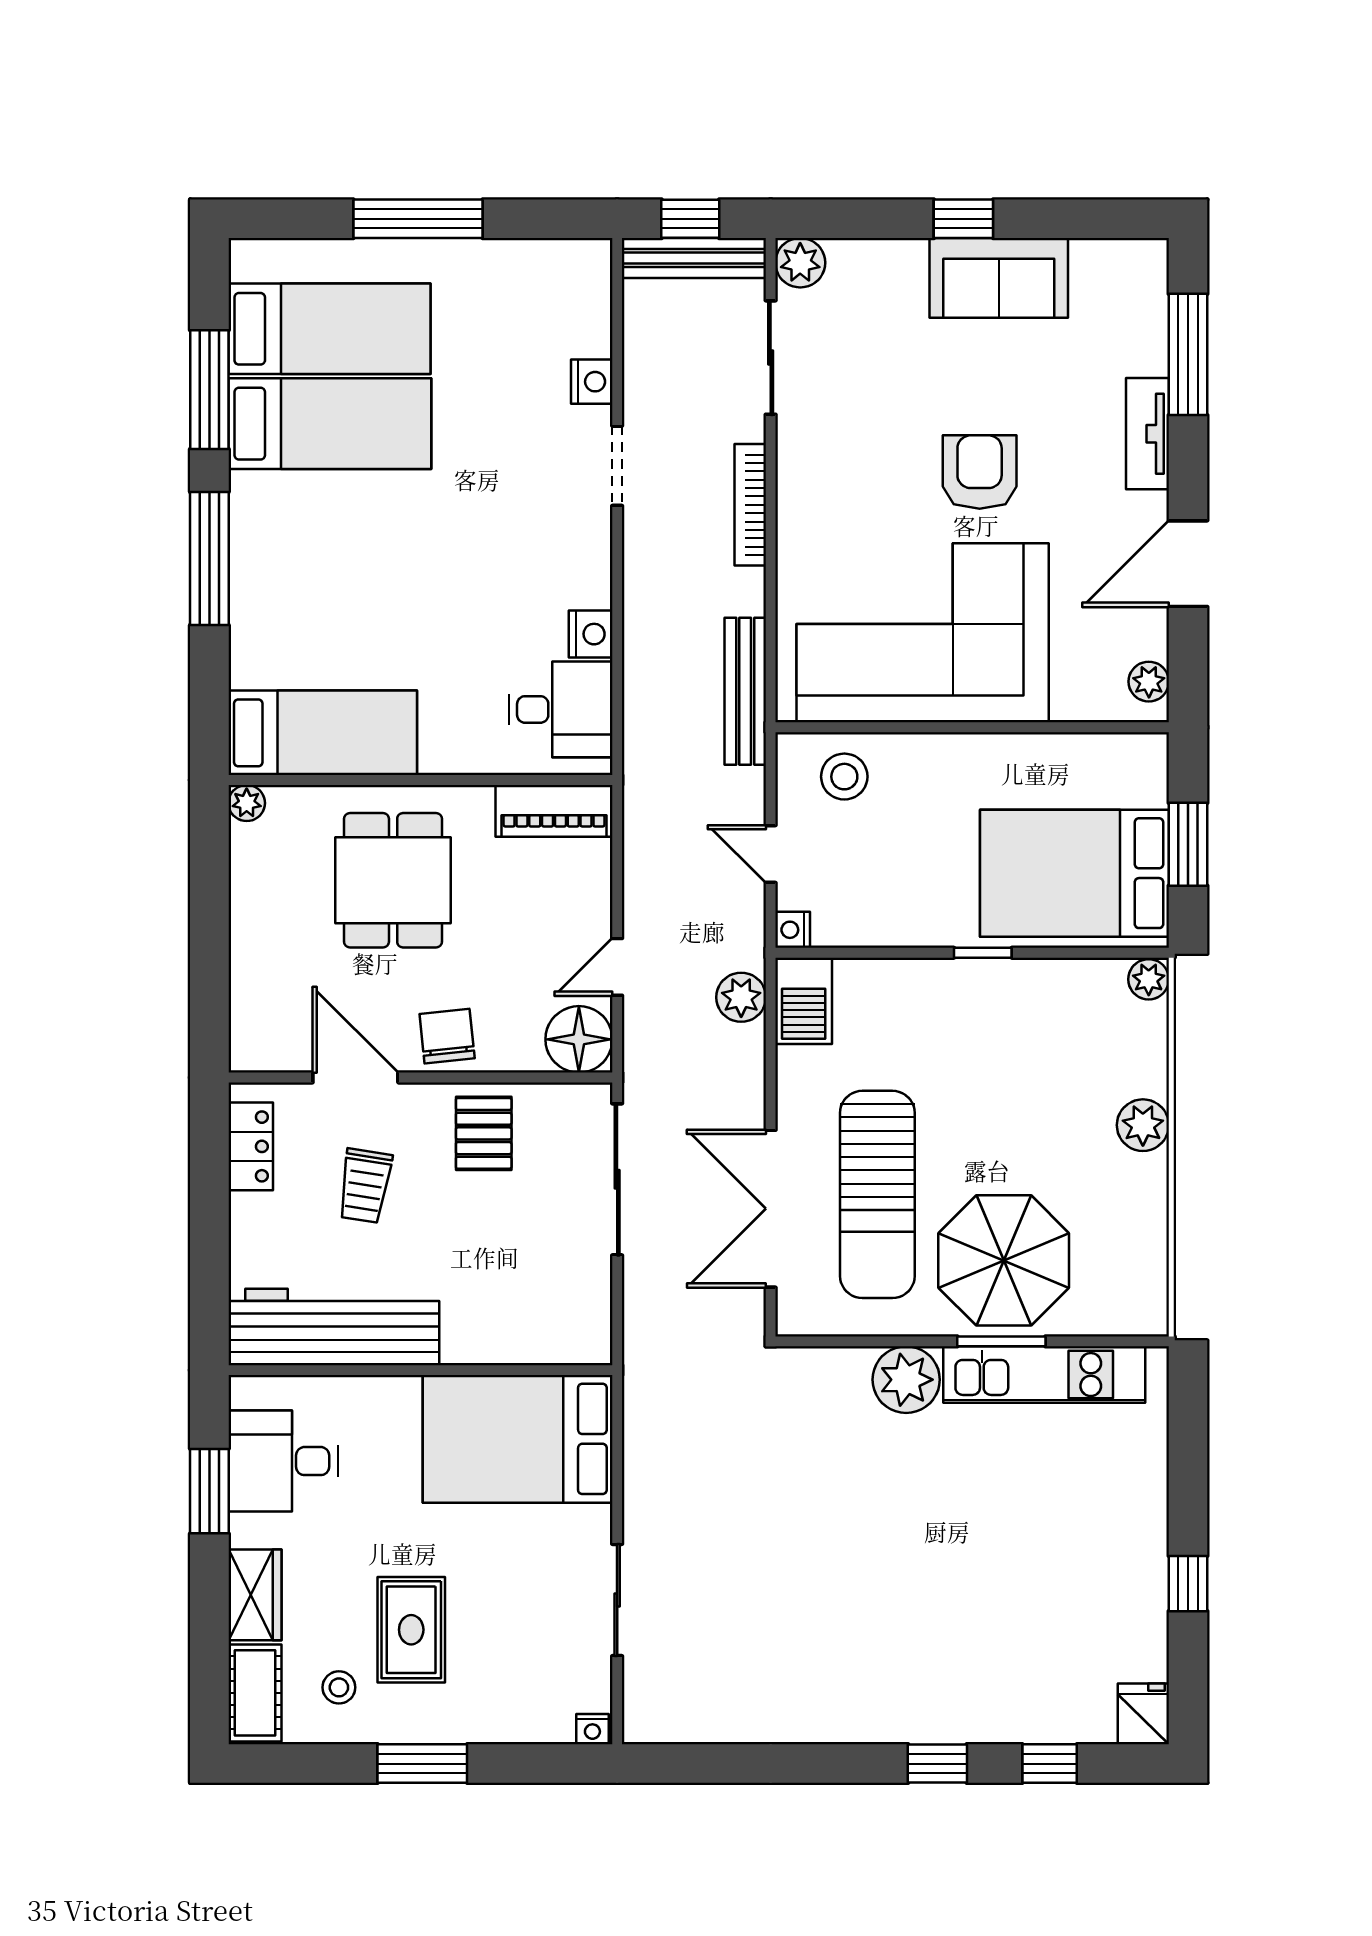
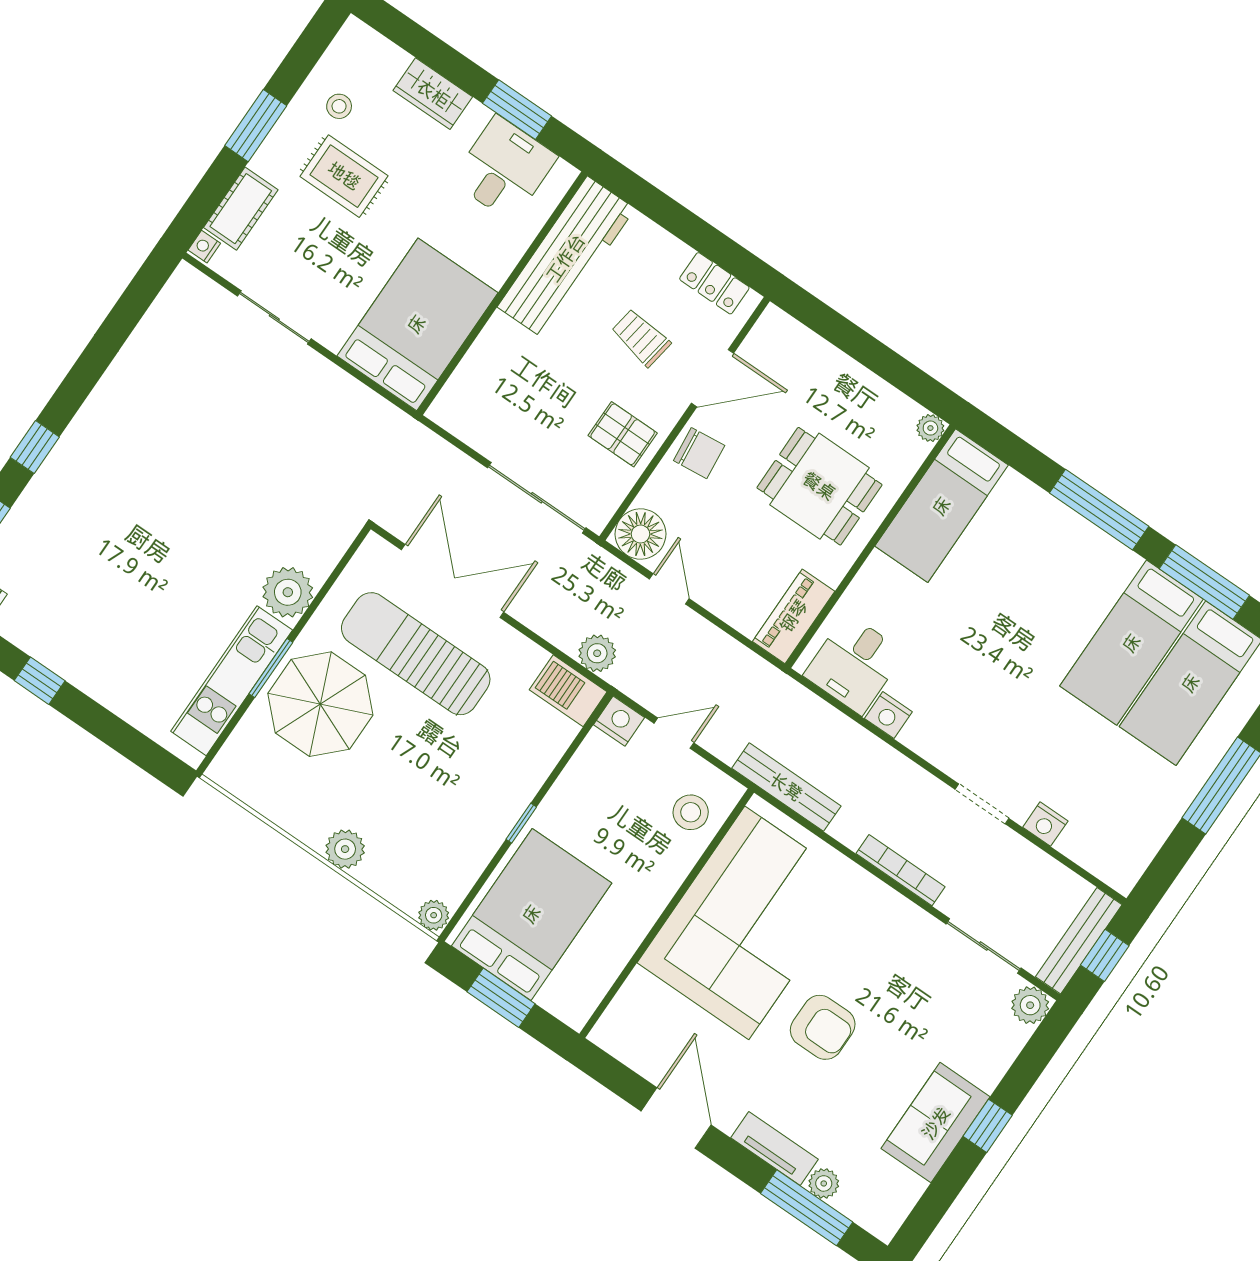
plant: (1149, 682) -> (824, 1183), moved
nightstand: (793, 930) -> (619, 721), width x1.39, depth x1.35
cot: (255, 1693) -> (241, 209), moved, turned 90

